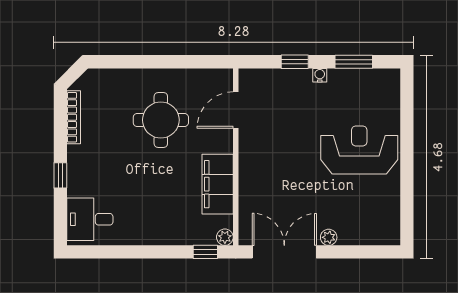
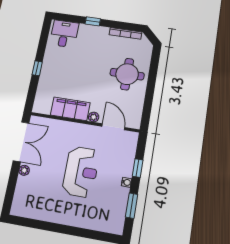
round table: (161, 120) -> (127, 74), moved
reception desk: (359, 150) -> (81, 172), moved
plant: (225, 237) -> (94, 117), moved
window: (205, 252) -> (37, 68), moved

